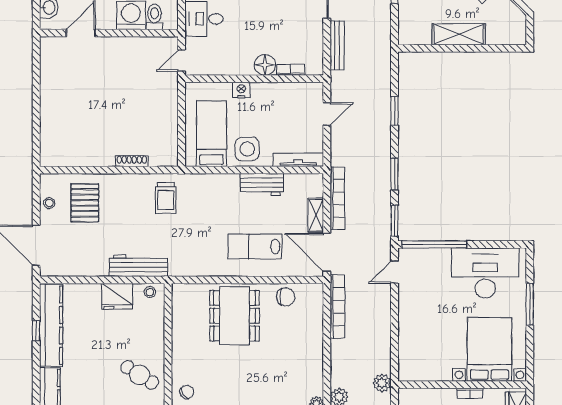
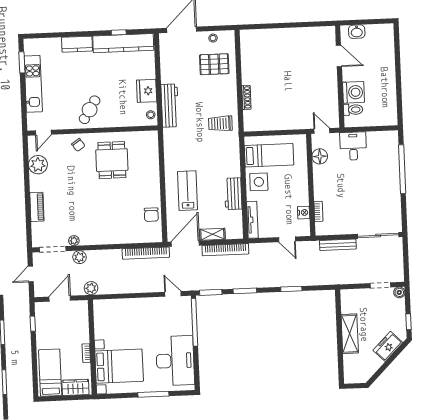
floor lamp: (265, 65) -> (320, 156), moved
nightstand: (241, 90) -> (304, 213), moved
dining table: (235, 316) -> (112, 160), moved, width x0.73

